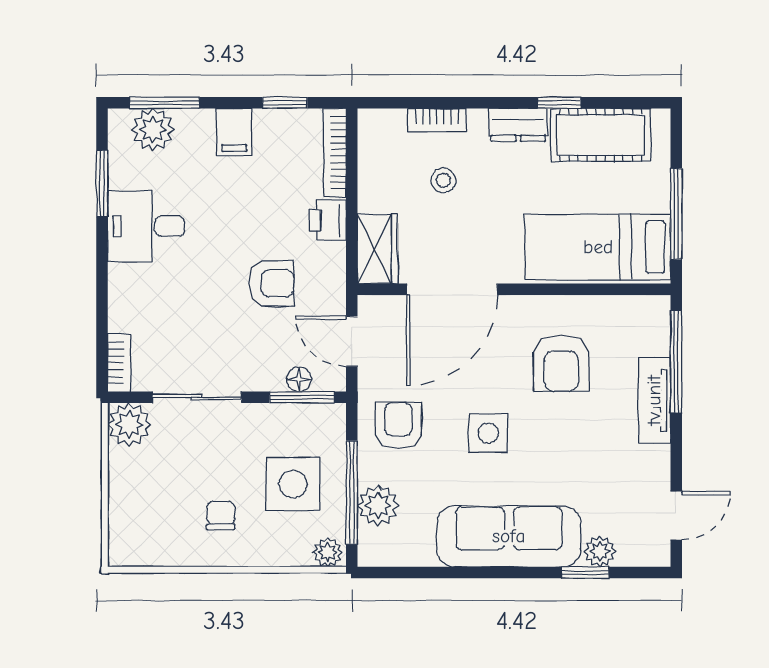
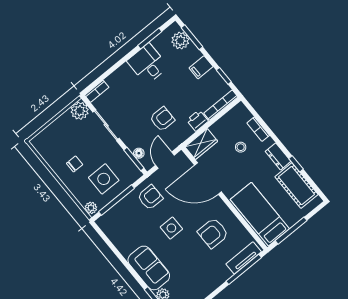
armchair: (271, 283) -> (162, 119), turned -90
tv unit: (654, 400) -> (244, 258), moved
plant: (378, 505) -> (119, 212), removed
sofa: (509, 536) -> (149, 268), width x0.73

